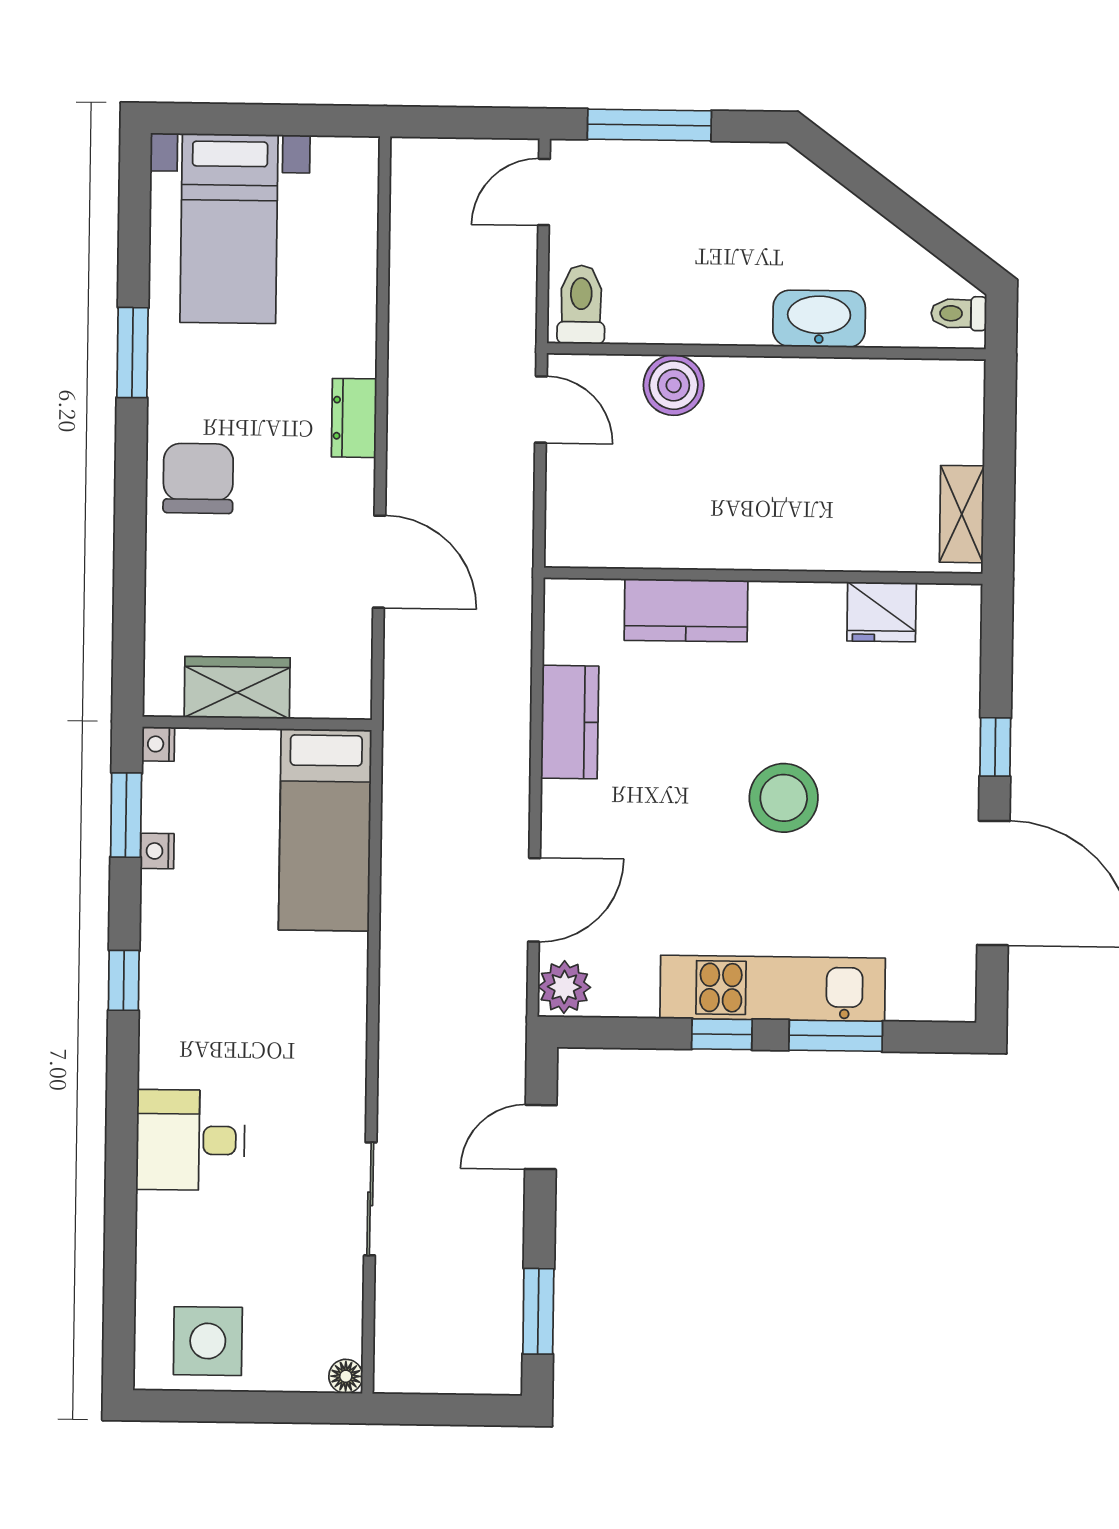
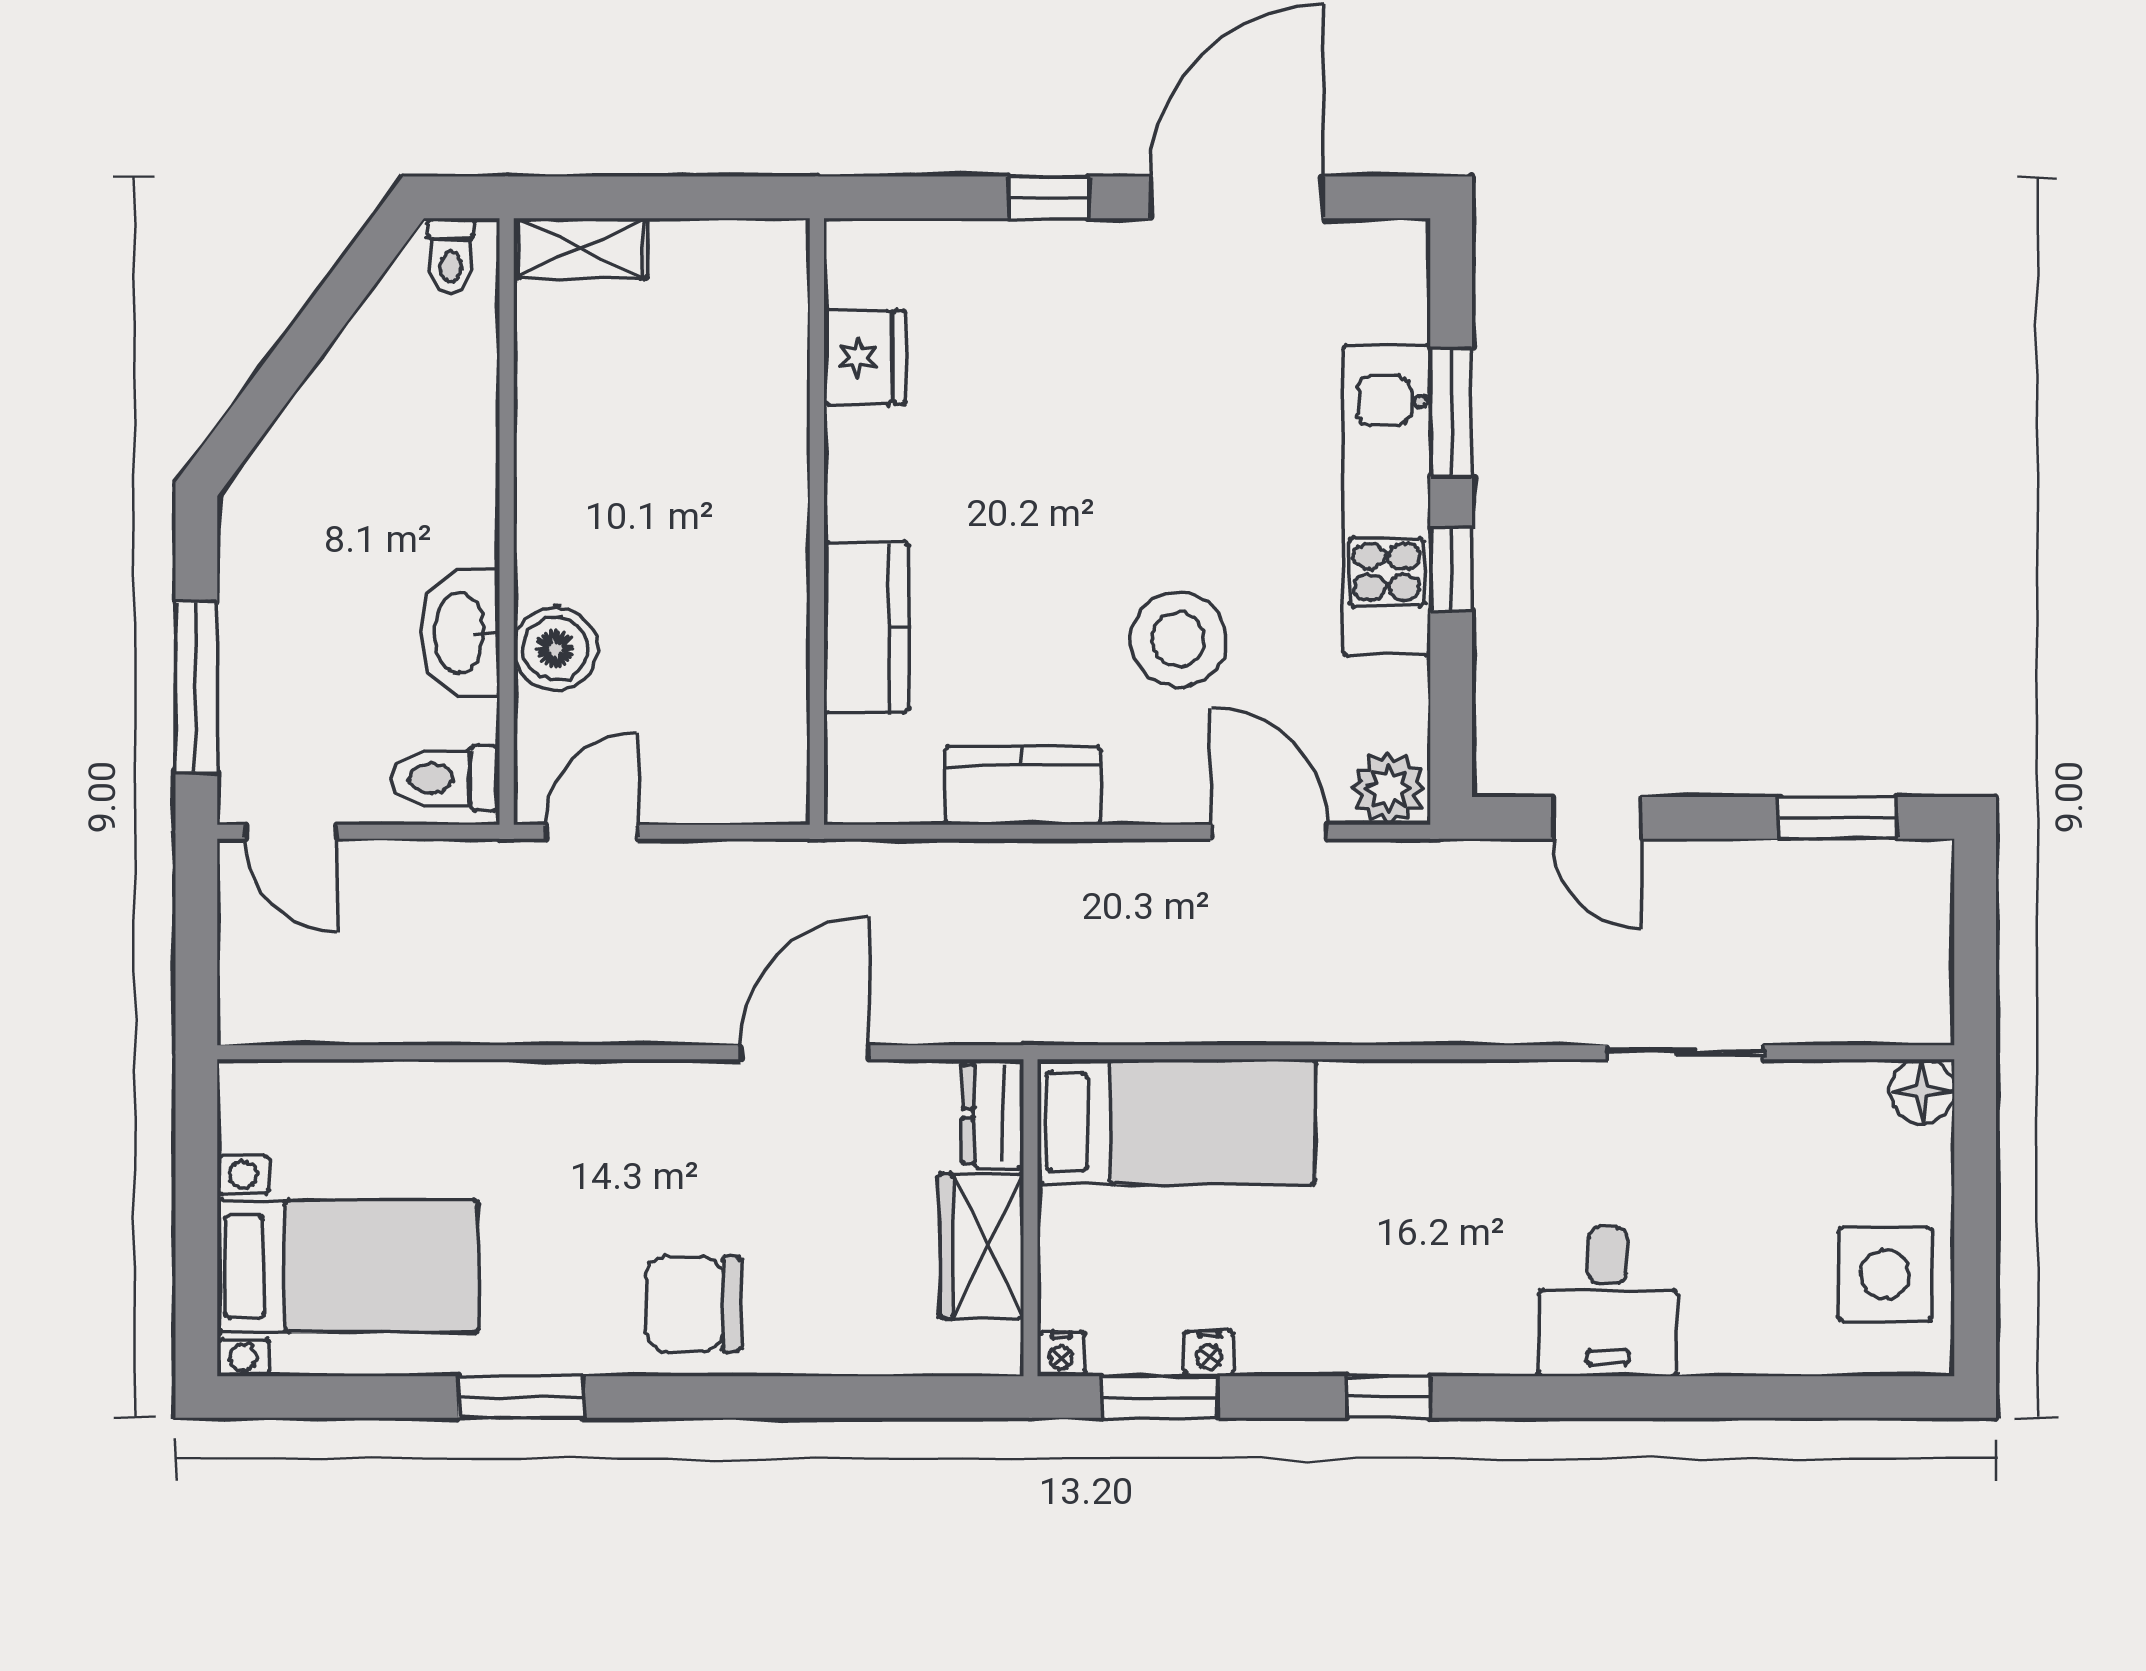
washbasin: (819, 319) -> (461, 633), moved
dresser: (354, 418) -> (993, 1114), moved, turned 90
shelving: (962, 514) -> (580, 248), moved
stool: (784, 798) -> (1178, 639), moved
floor lamp: (346, 1376) -> (1922, 1091), width x1.37, depth x1.37

